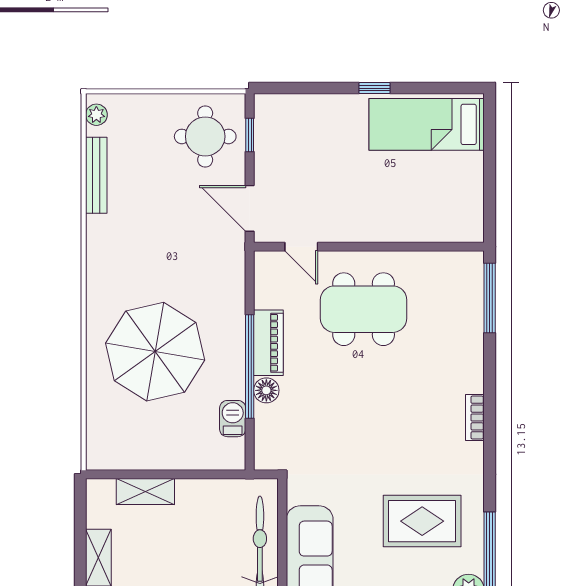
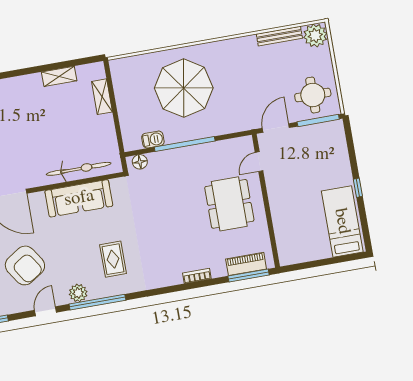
plant: (96, 115) -> (315, 36), width x1.88, depth x1.88
window: (250, 135) -> (318, 121), width x2.17
piano: (268, 343) -> (246, 264), moved, turned 180
floor lamp: (266, 390) -> (140, 162), moved
bookcase: (475, 418) -> (197, 276), moved
rug: (422, 521) -> (113, 259), width x0.73, depth x0.70

